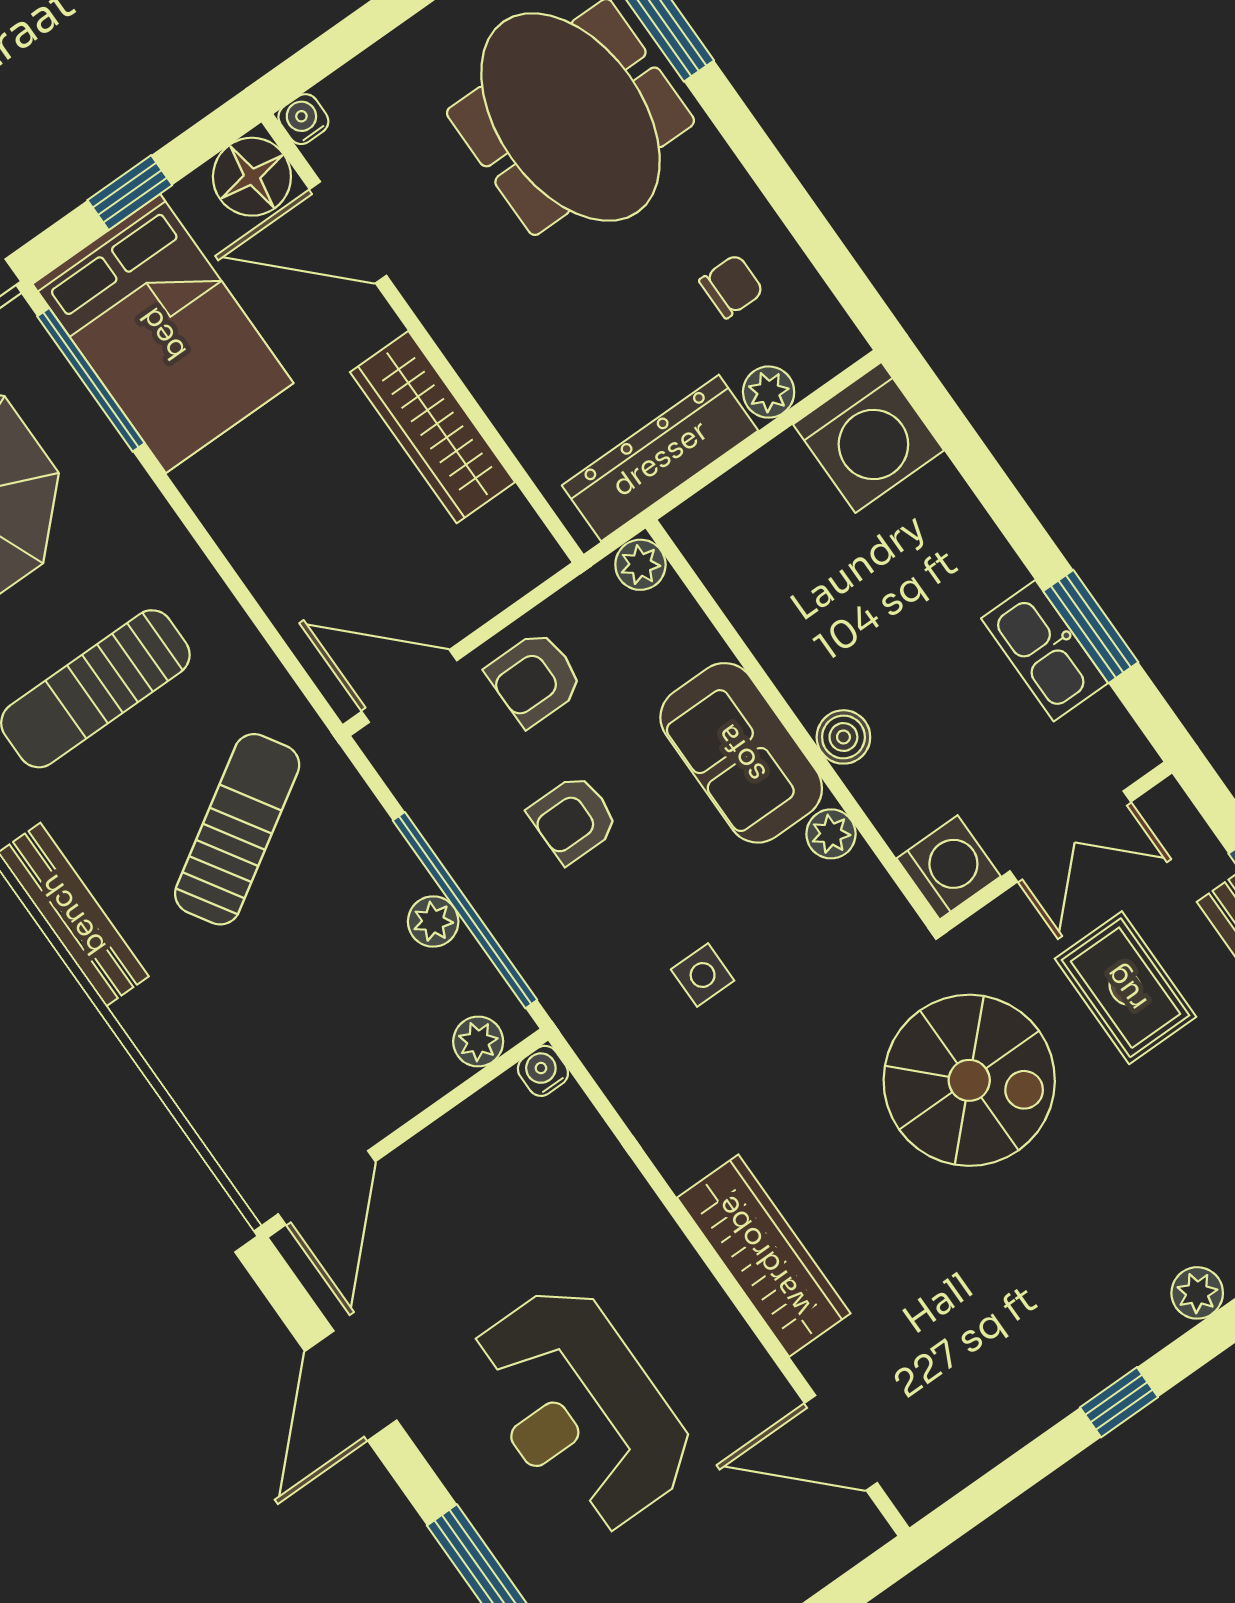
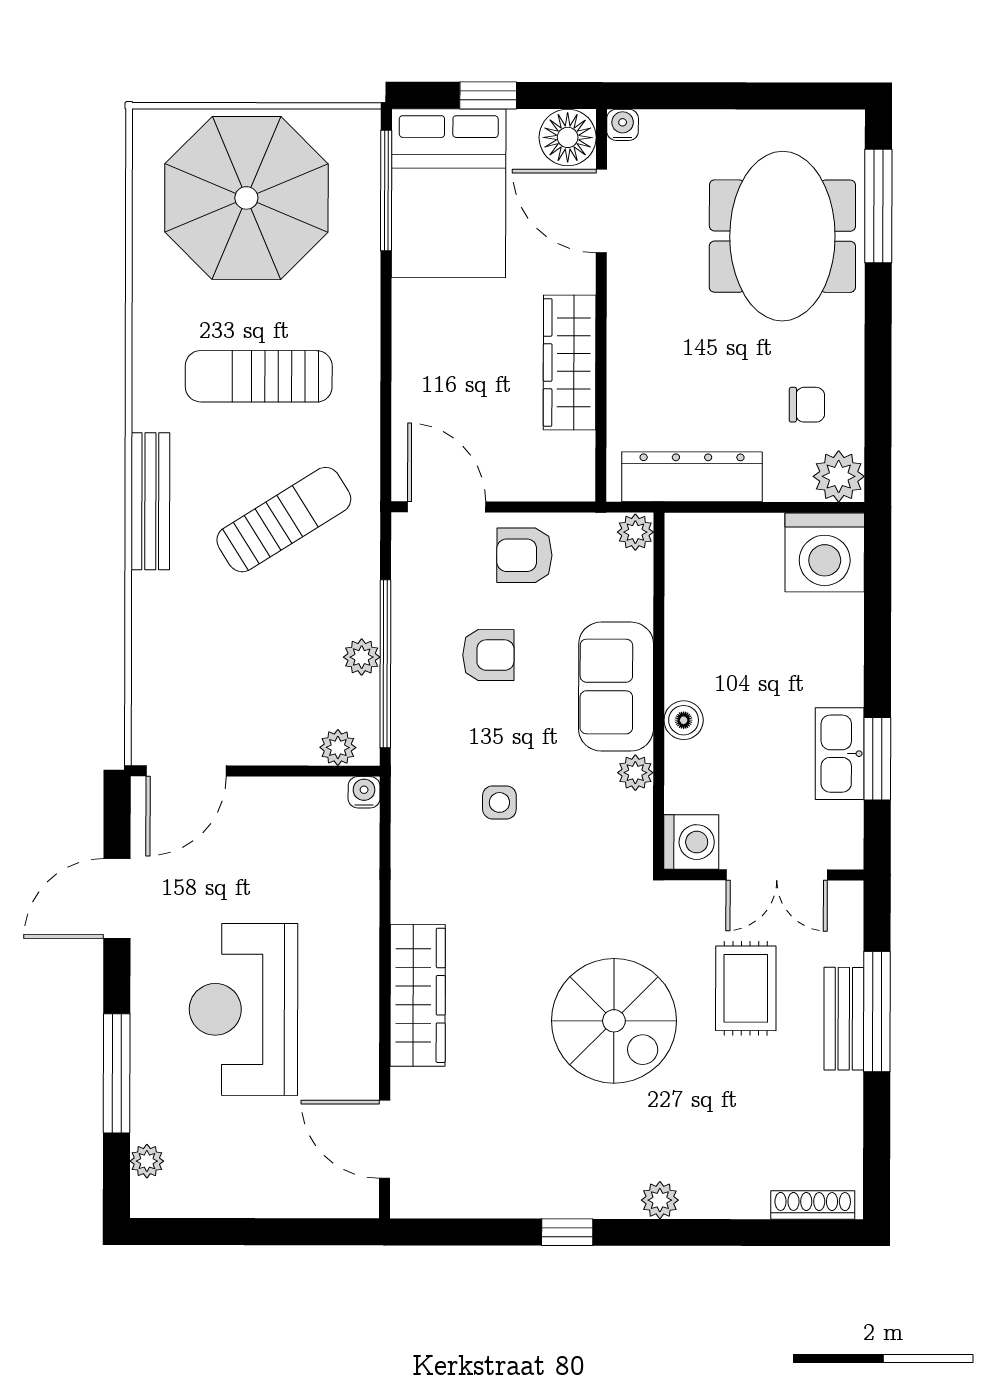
plant: (769, 392) -> (839, 476), moved, width x1.38, depth x1.38
armchair: (573, 819) -> (488, 655), turned 180
spiral stairs: (969, 1080) -> (614, 1021), moved

